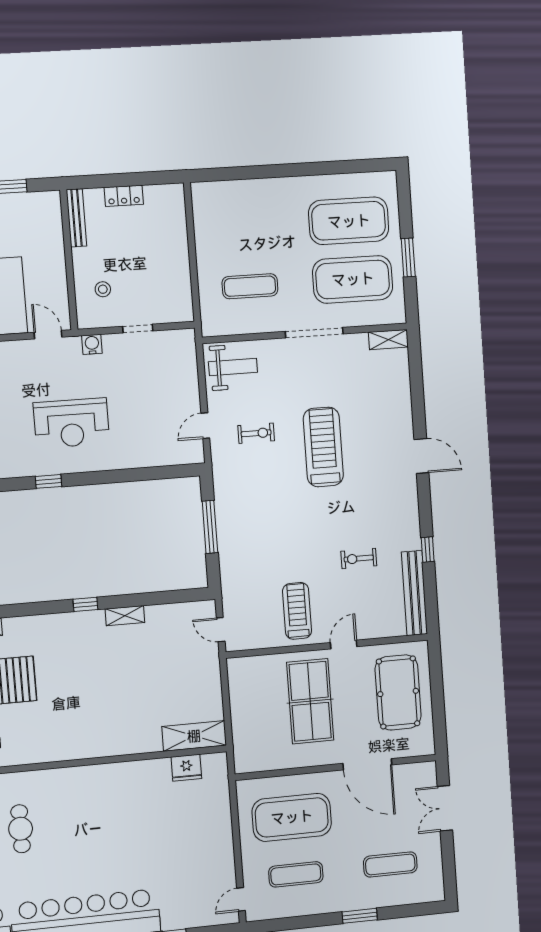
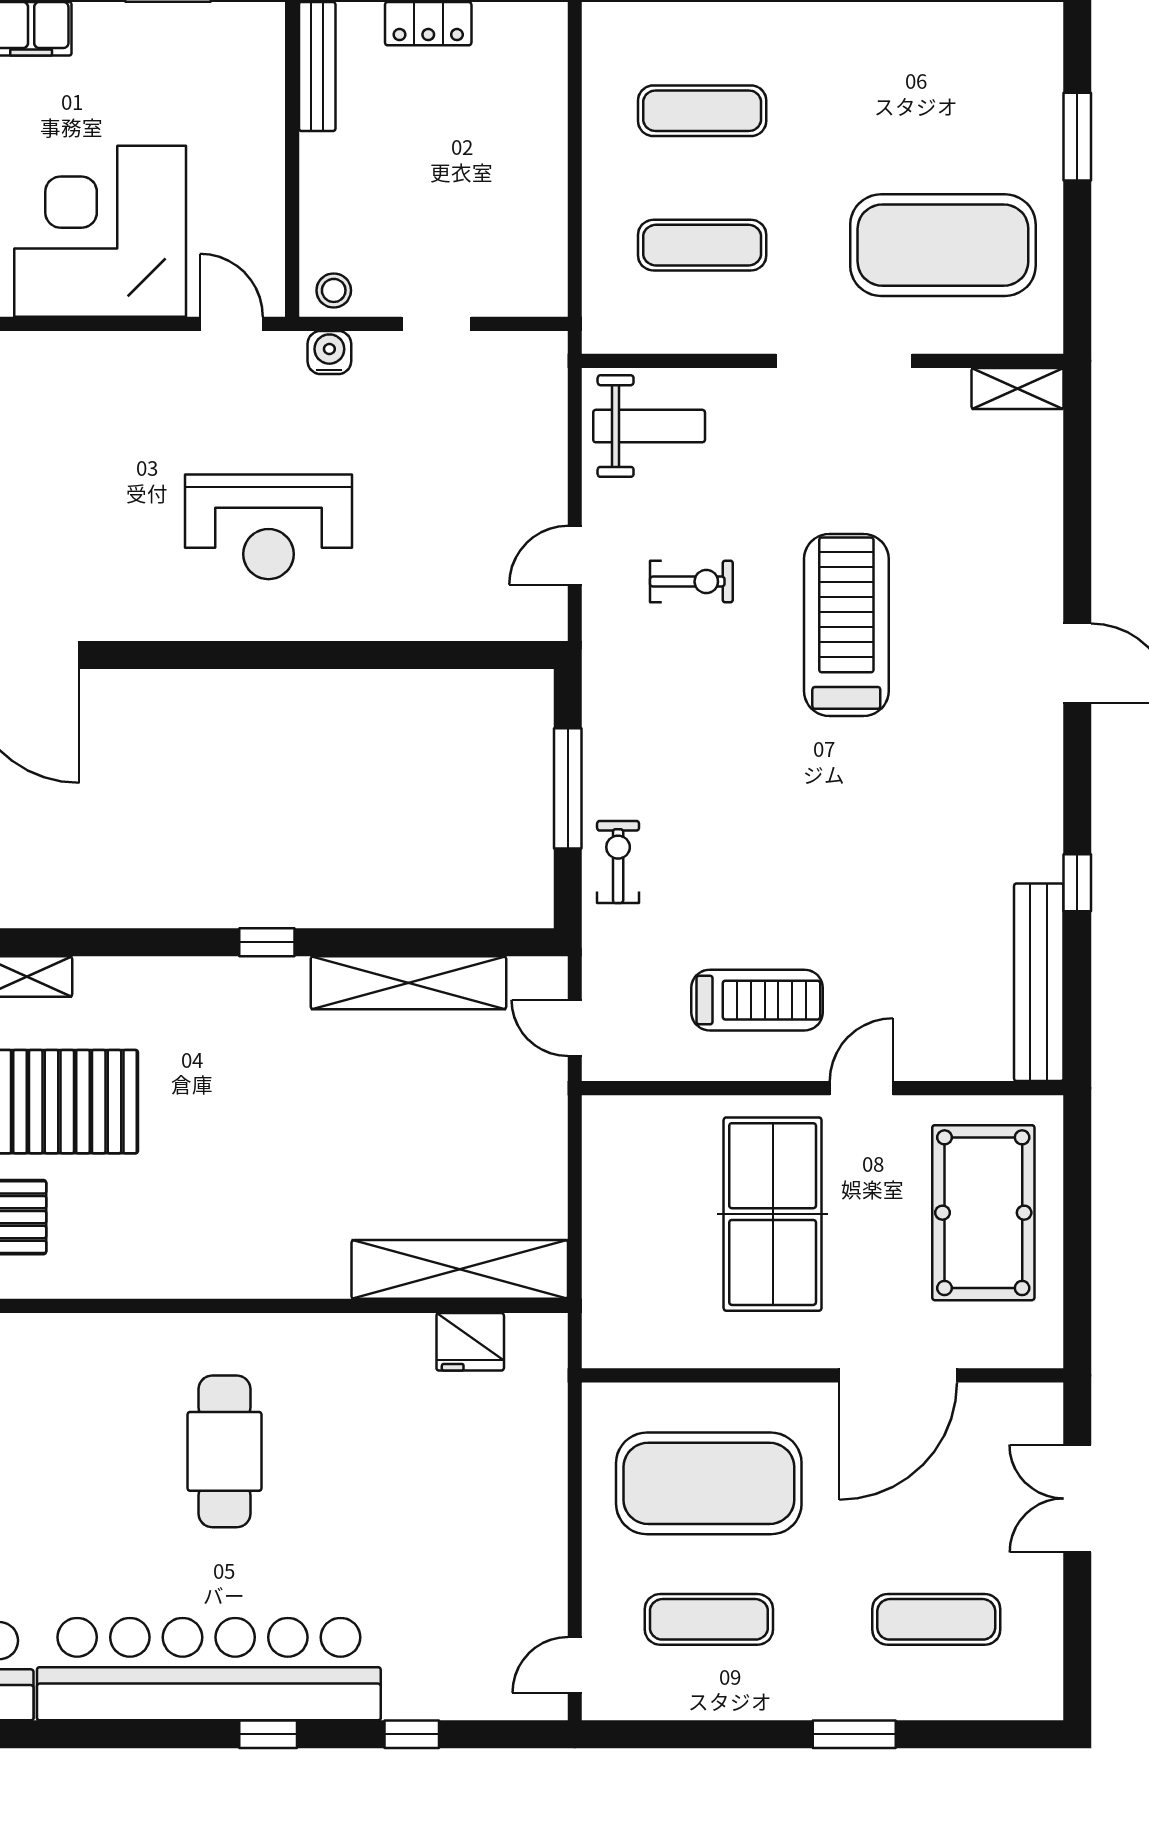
exercise mat: (349, 221) -> (702, 111), moved, width x0.50, depth x0.69
window: (408, 257) -> (1077, 137), moved
stool: (103, 289) -> (334, 290), moved
window: (49, 481) -> (206, 655), removed
exercise bike: (359, 558) -> (618, 862), moved, turned 90
treadmill: (297, 611) -> (757, 1000), turned 90
shelving: (125, 616) -> (408, 983), width x2.20, depth x1.33
shelving: (194, 736) -> (460, 1269), width x1.47
door: (367, 764) -> (898, 1375), hinge flipped
cafe table: (21, 829) -> (225, 1451), moved, width x1.37, depth x1.35

